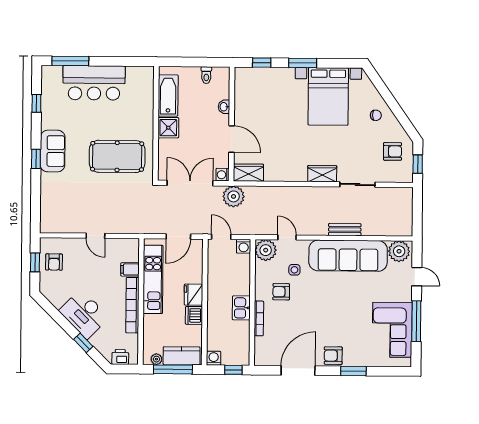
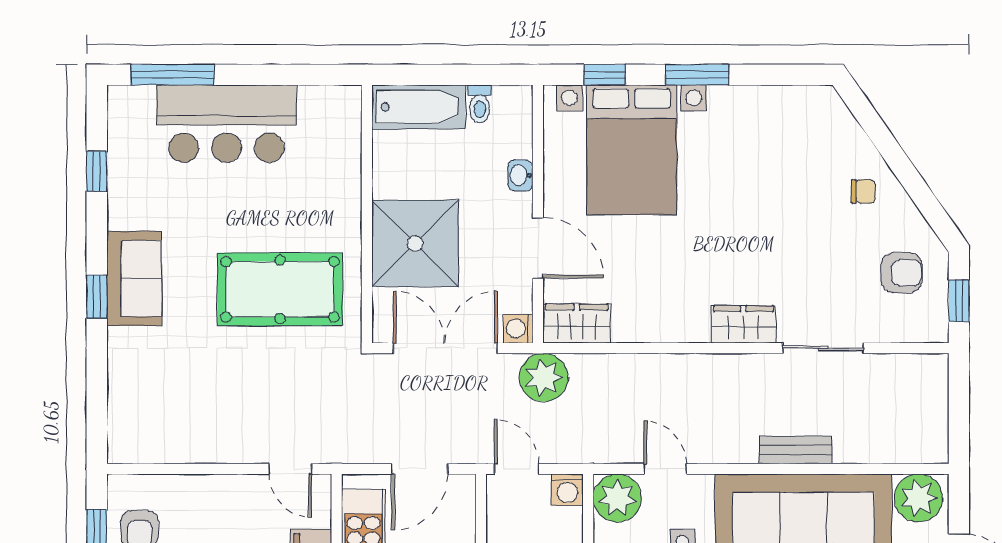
bathtub: (168, 95) -> (419, 107), moved, turned 90
bed with nightstands: (328, 96) -> (632, 150), moved
shower: (168, 128) -> (415, 243), width x1.86, depth x1.86
door: (95, 236) -> (290, 469), moved

